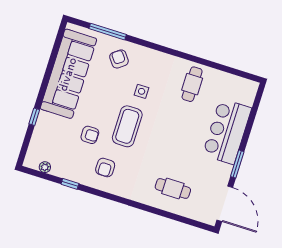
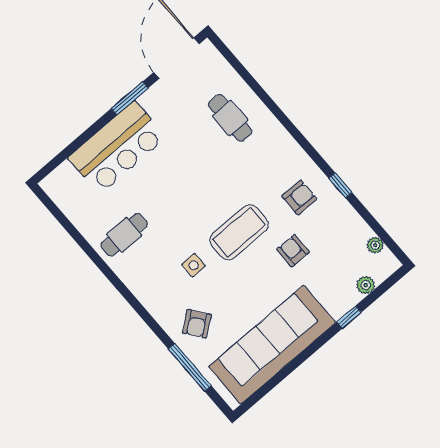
plant: (36, 141) -> (366, 285), added
window: (70, 184) -> (340, 185), moved

